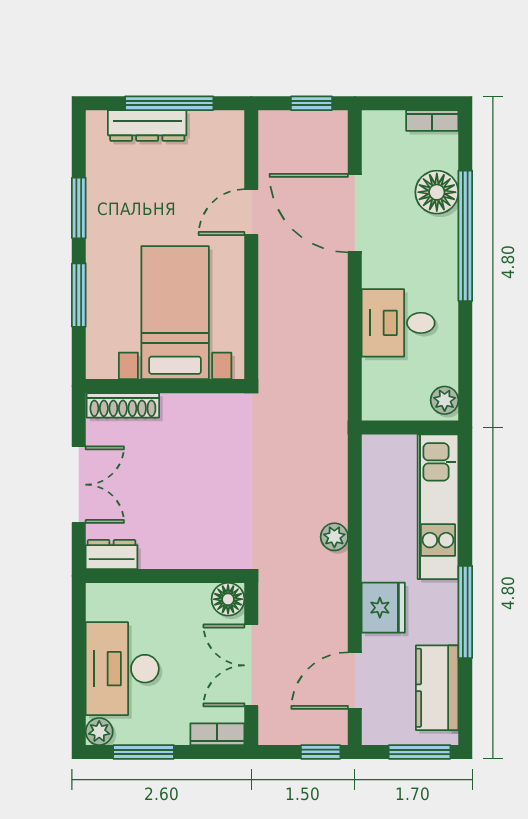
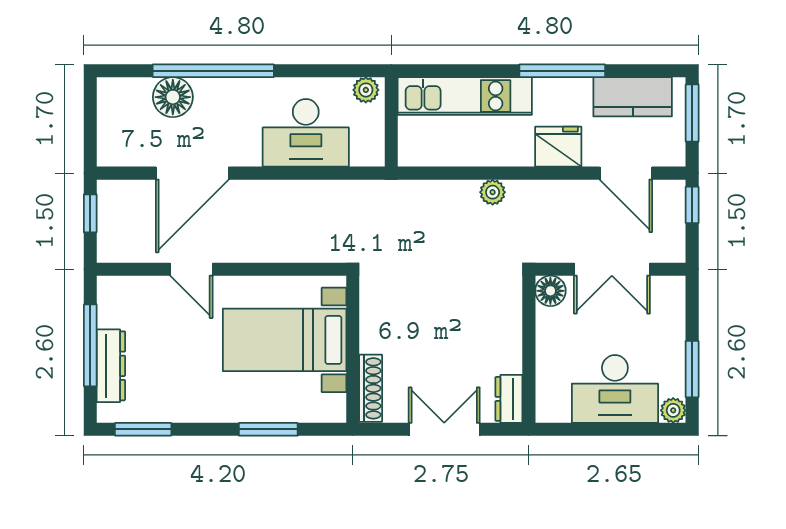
bookcase: (432, 121) -> (106, 101), removed
window: (79, 208) -> (143, 429), moved
desk: (398, 323) -> (306, 133), width x1.37
bookcase: (217, 734) -> (676, 301), removed

